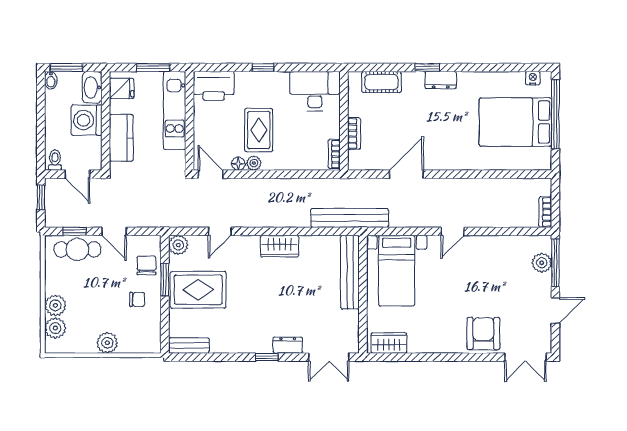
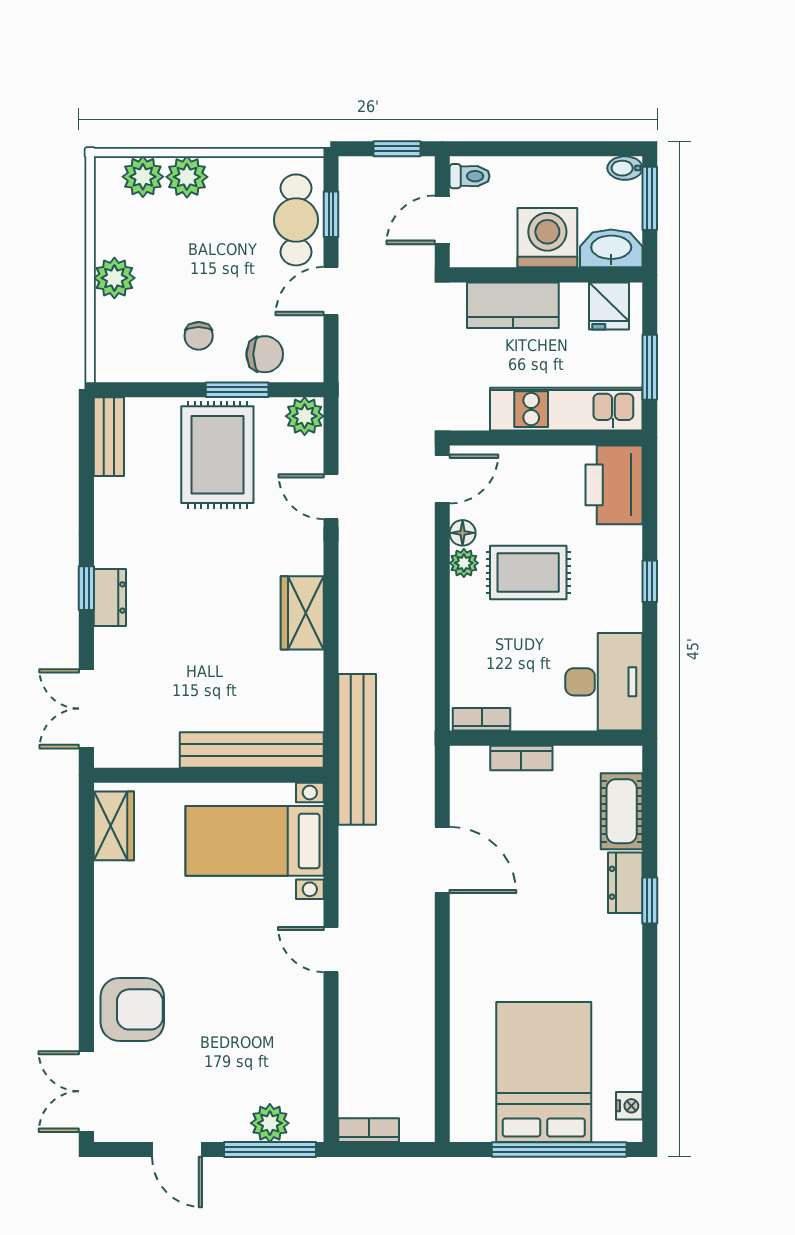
dresser: (441, 80) -> (625, 883), moved
dresser: (288, 345) -> (110, 597), moved

